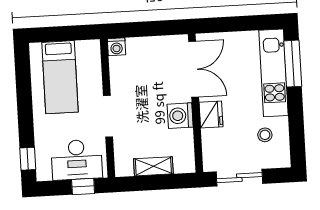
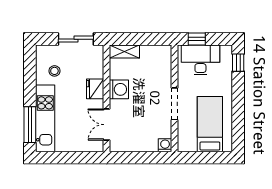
double door: (194, 69) -> (107, 125), width x0.73
doorway: (108, 116) -> (175, 104), moved
shelving: (153, 166) -> (124, 52), moved

